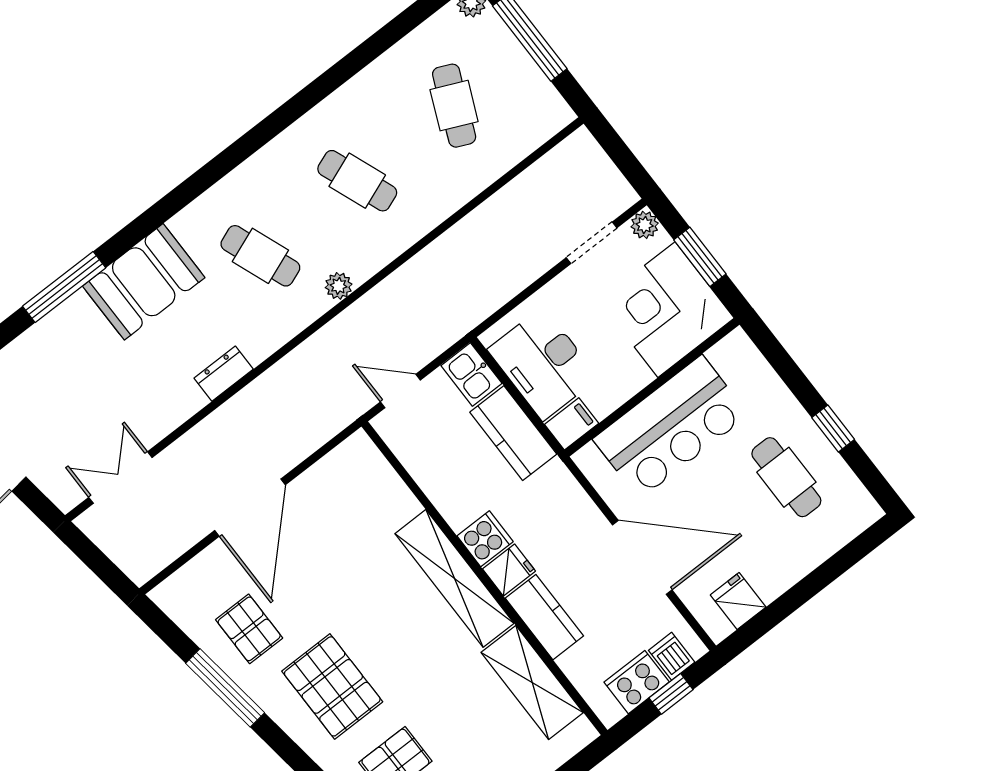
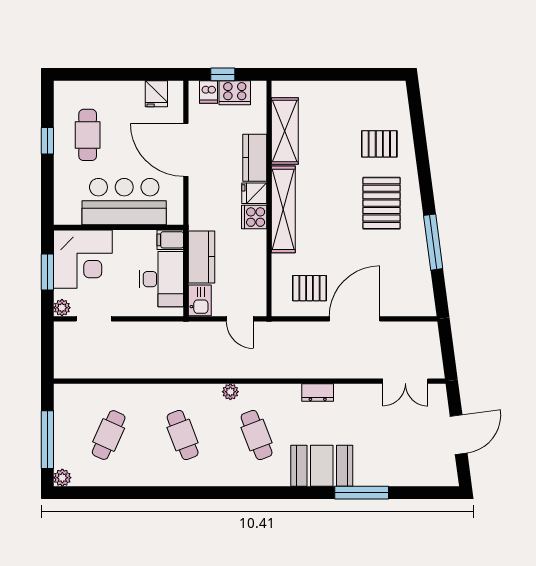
pallet: (249, 629) -> (310, 288), moved, turned 90

